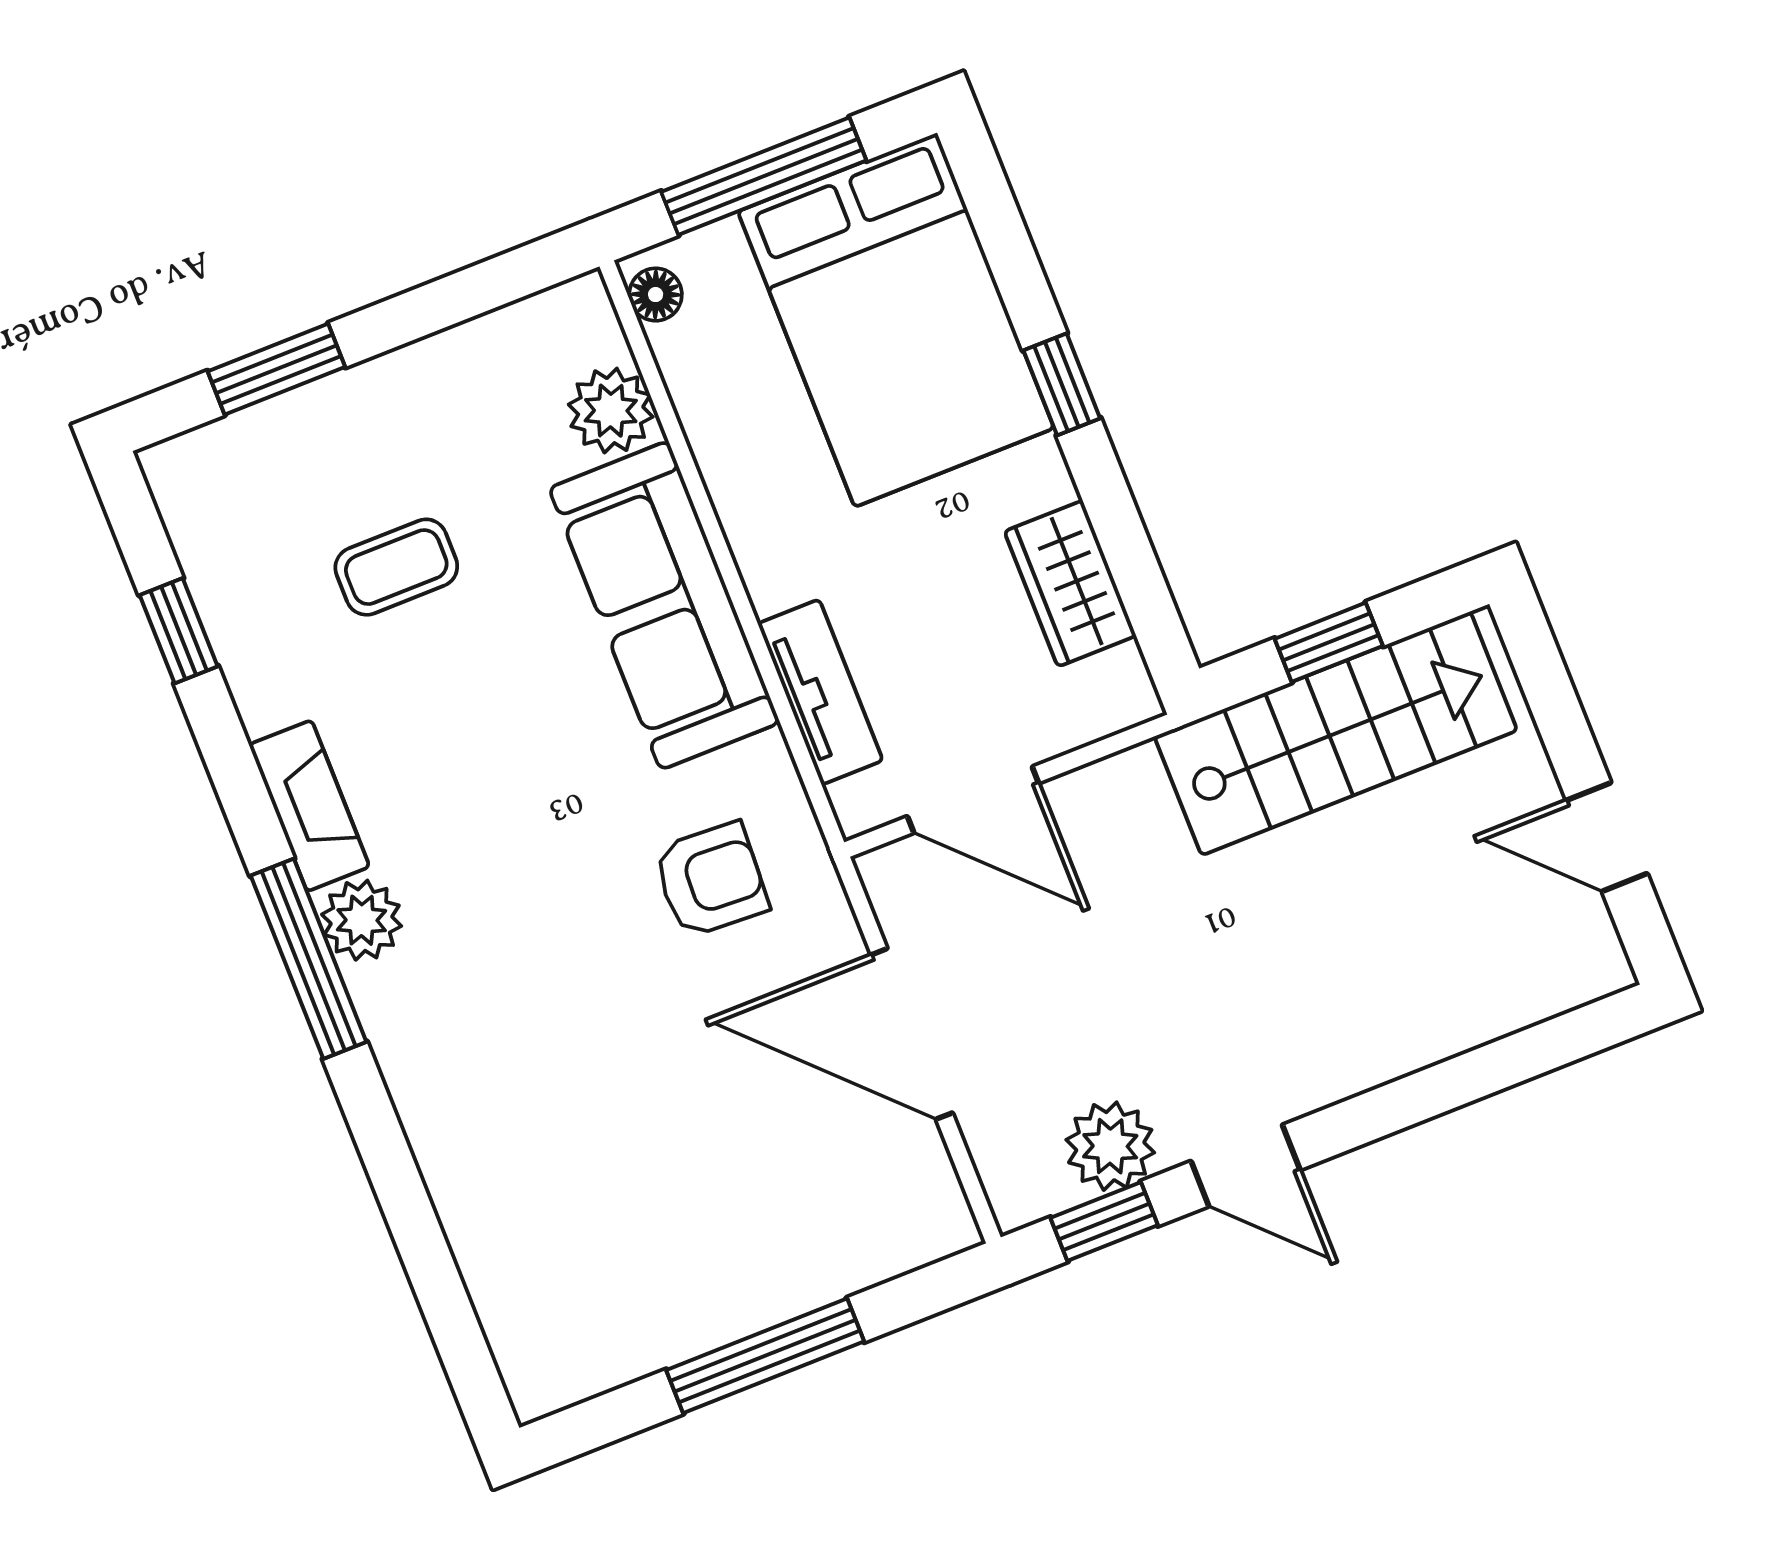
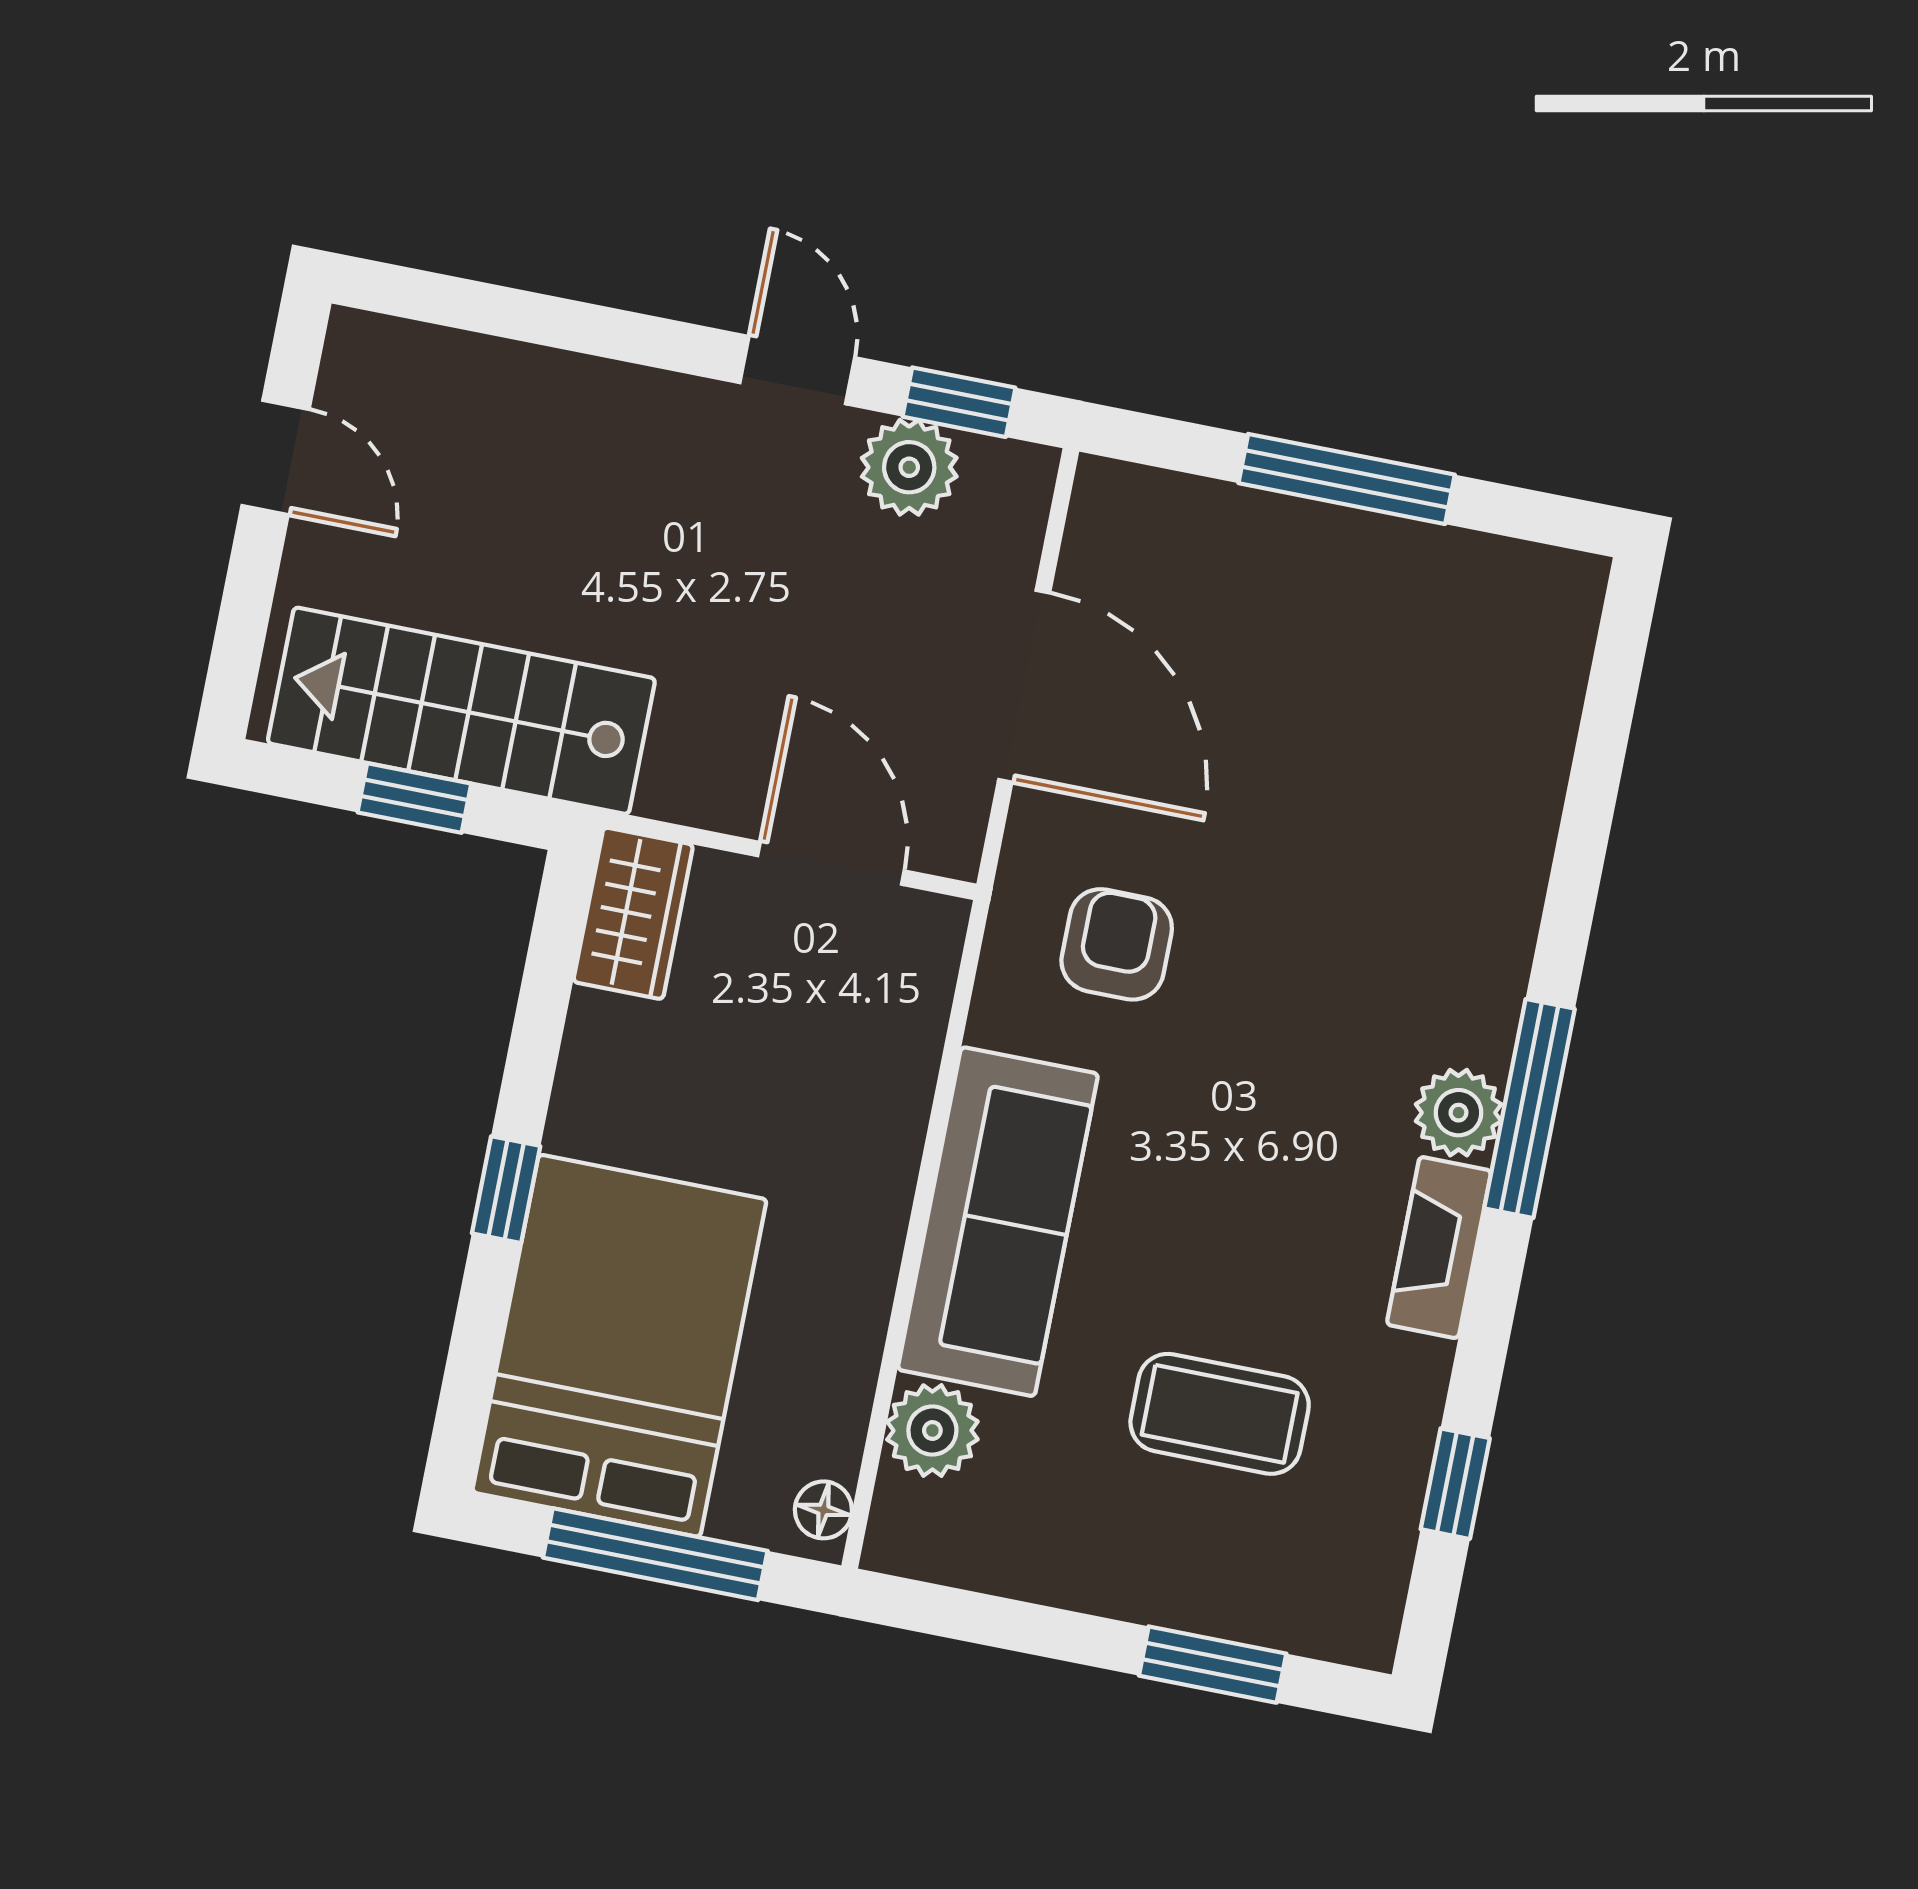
coffee table: (396, 567) -> (1220, 1414), width x1.36, depth x1.30
wardrobe: (1070, 584) -> (633, 913), moved
tv unit: (820, 692) -> (907, 1051), removed
armchair: (711, 880) -> (1117, 944), turned 87

